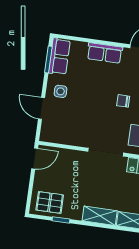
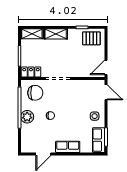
door: (42, 108) -> (106, 92), moved

